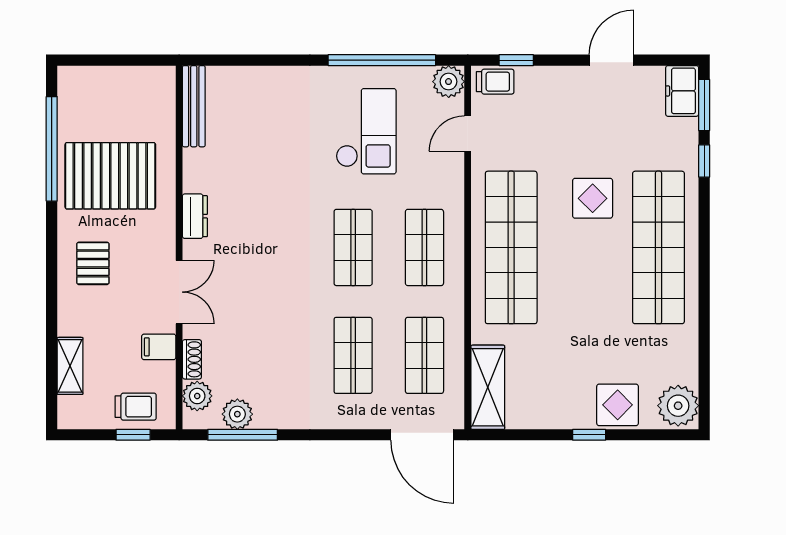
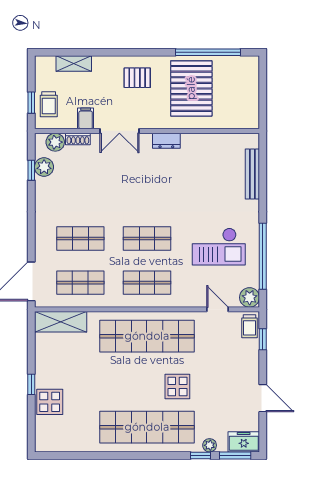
bench: (194, 106) -> (252, 174), moved, turned 90
plant: (678, 406) -> (210, 445), moved, width x0.53, depth x0.53
window: (243, 435) -> (31, 170), width x0.46

